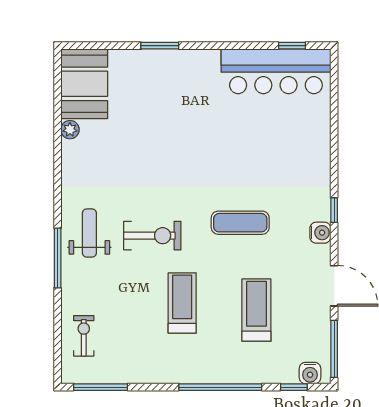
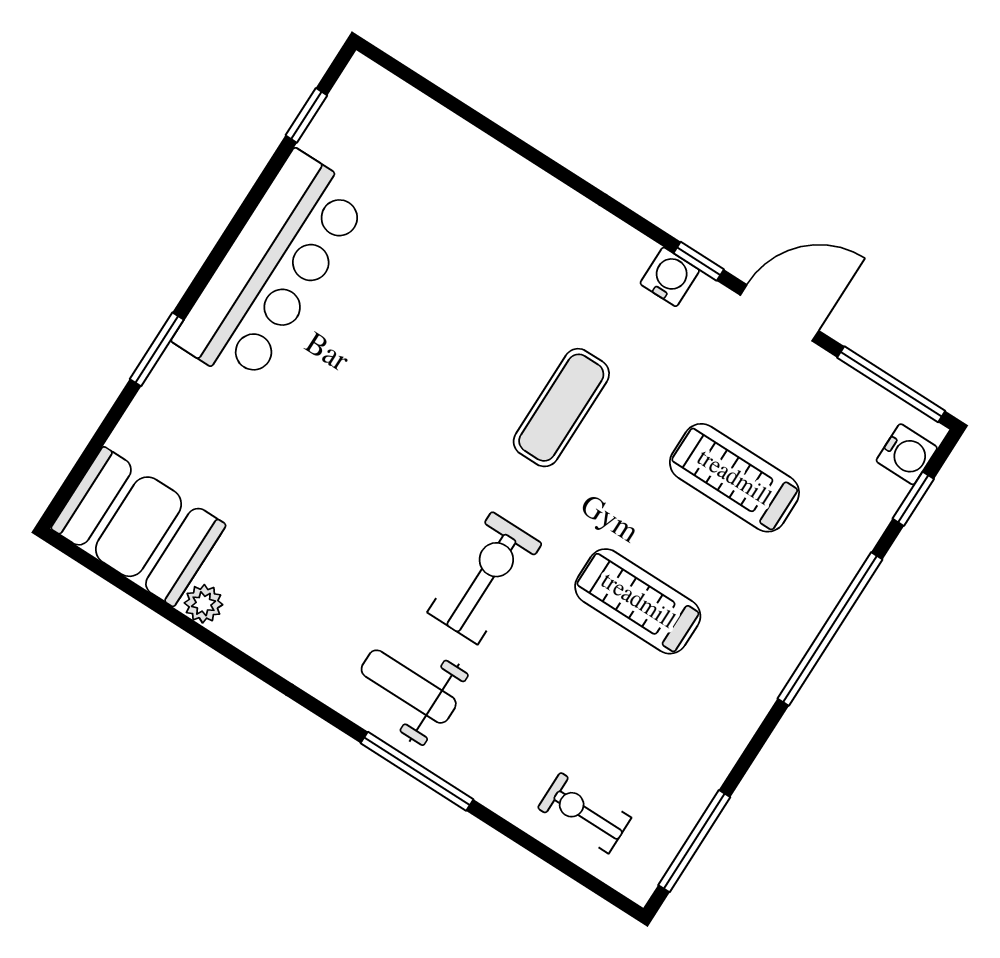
bar counter: (276, 71) -> (272, 269), moved
window: (334, 210) -> (699, 261), moved

